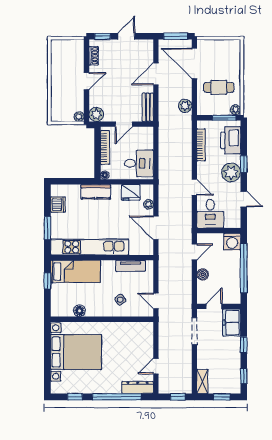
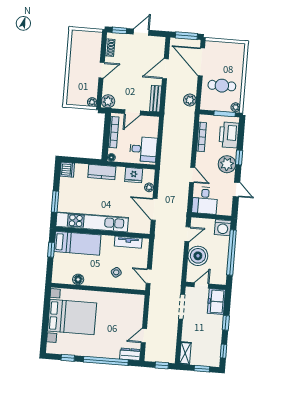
dishwasher: (58, 205) -> (67, 170), moved
boiler: (203, 275) -> (198, 256), width x1.86, depth x1.86
dresser: (138, 387) -> (130, 354), width x0.70

